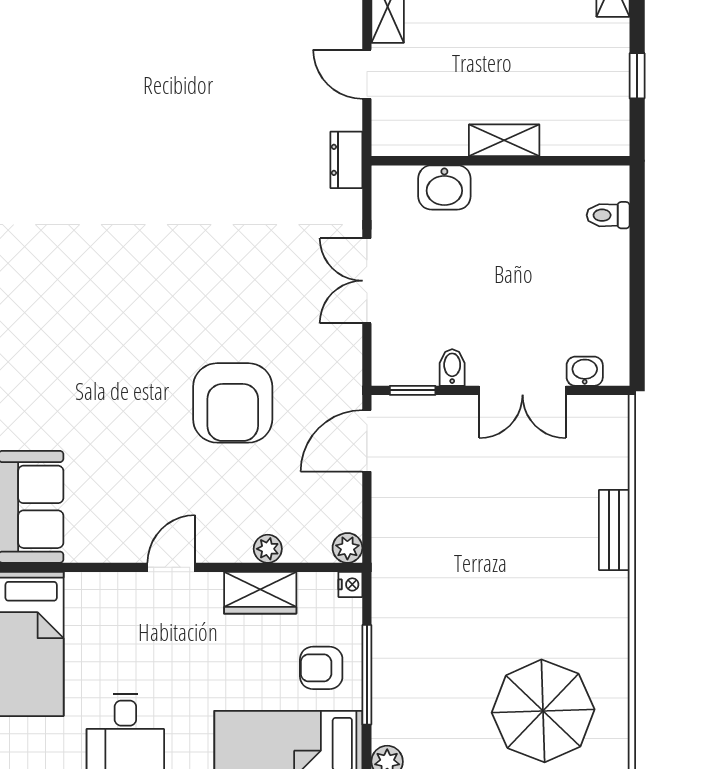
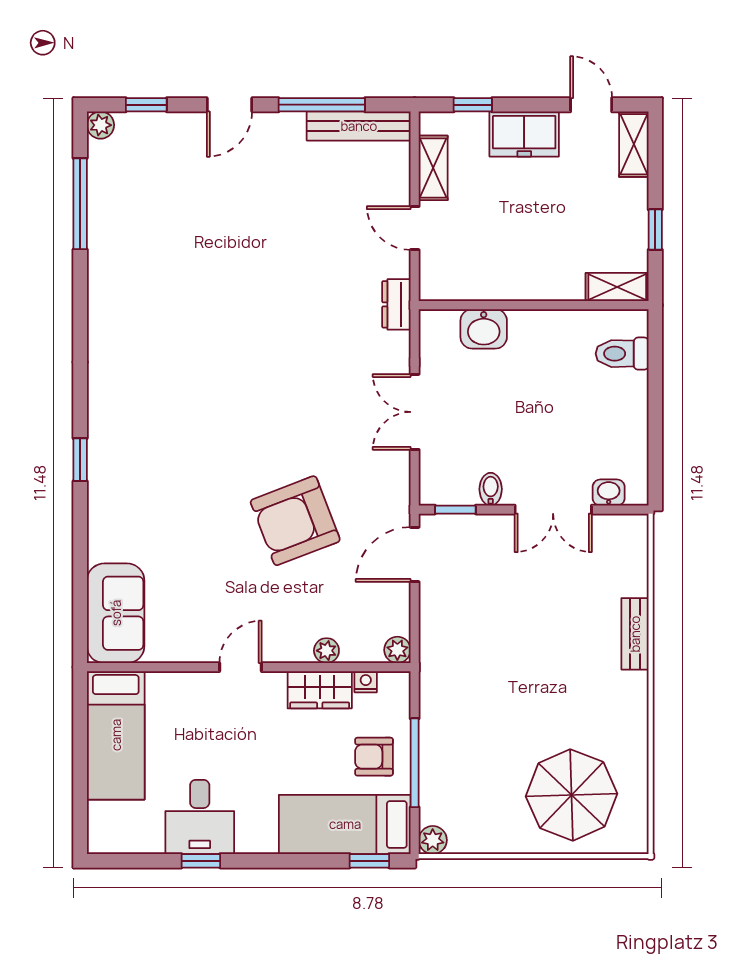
shelving: (504, 140) -> (617, 287), moved
toilet: (608, 215) -> (622, 354), width x1.37, depth x1.39
armchair: (233, 403) -> (295, 521), turned 69
nightstand: (350, 584) -> (366, 682), moved, turned -90

